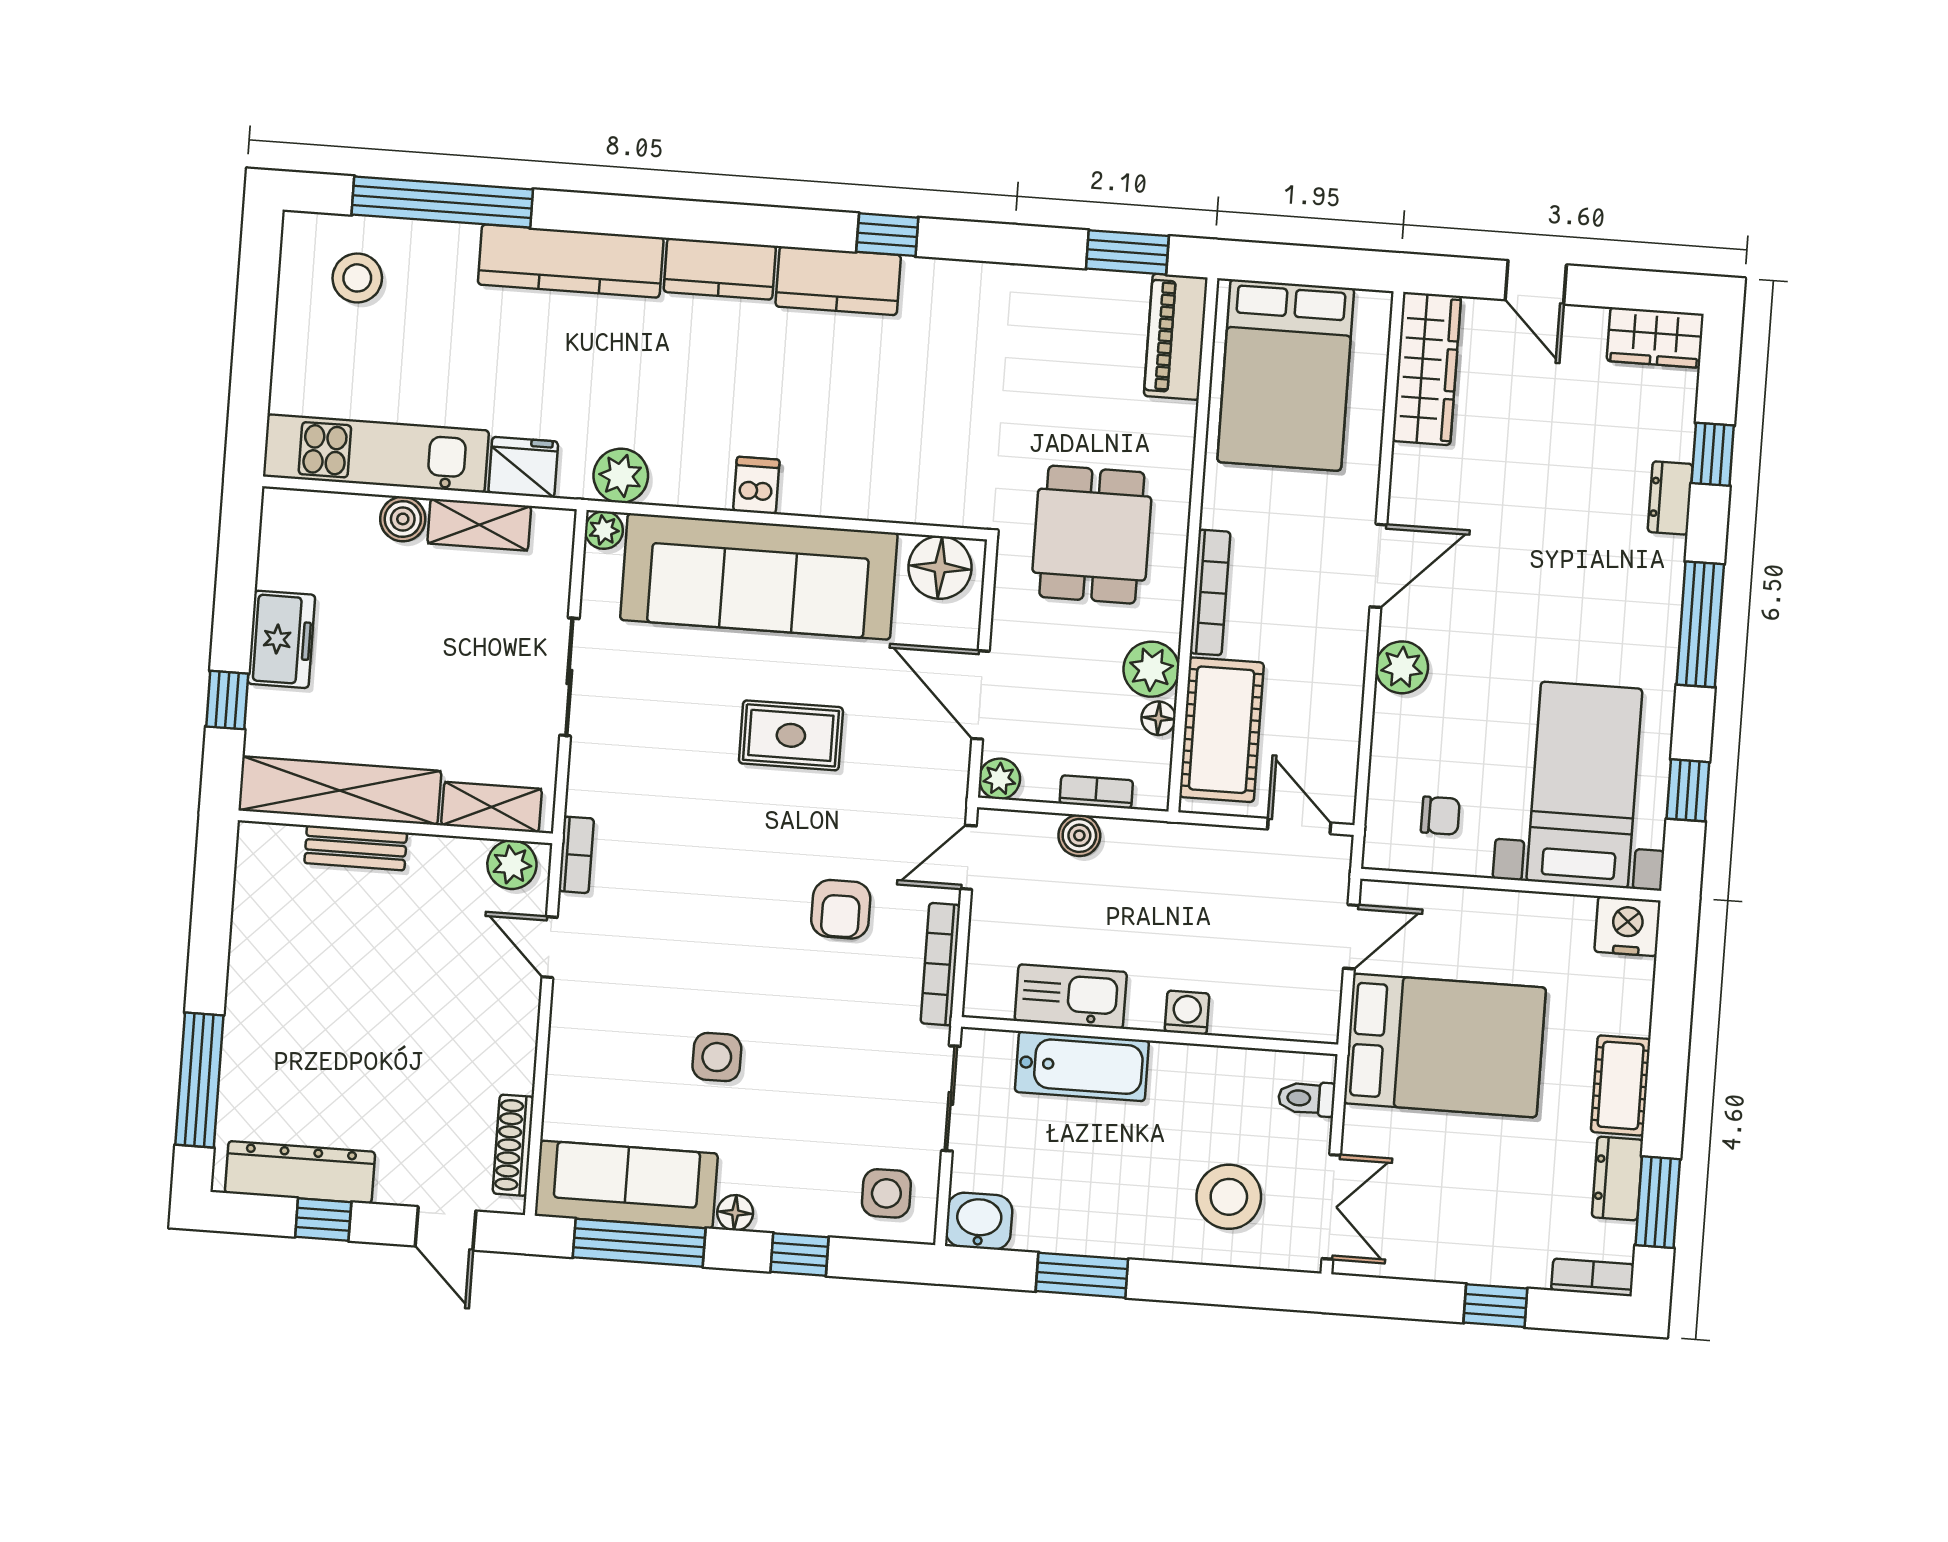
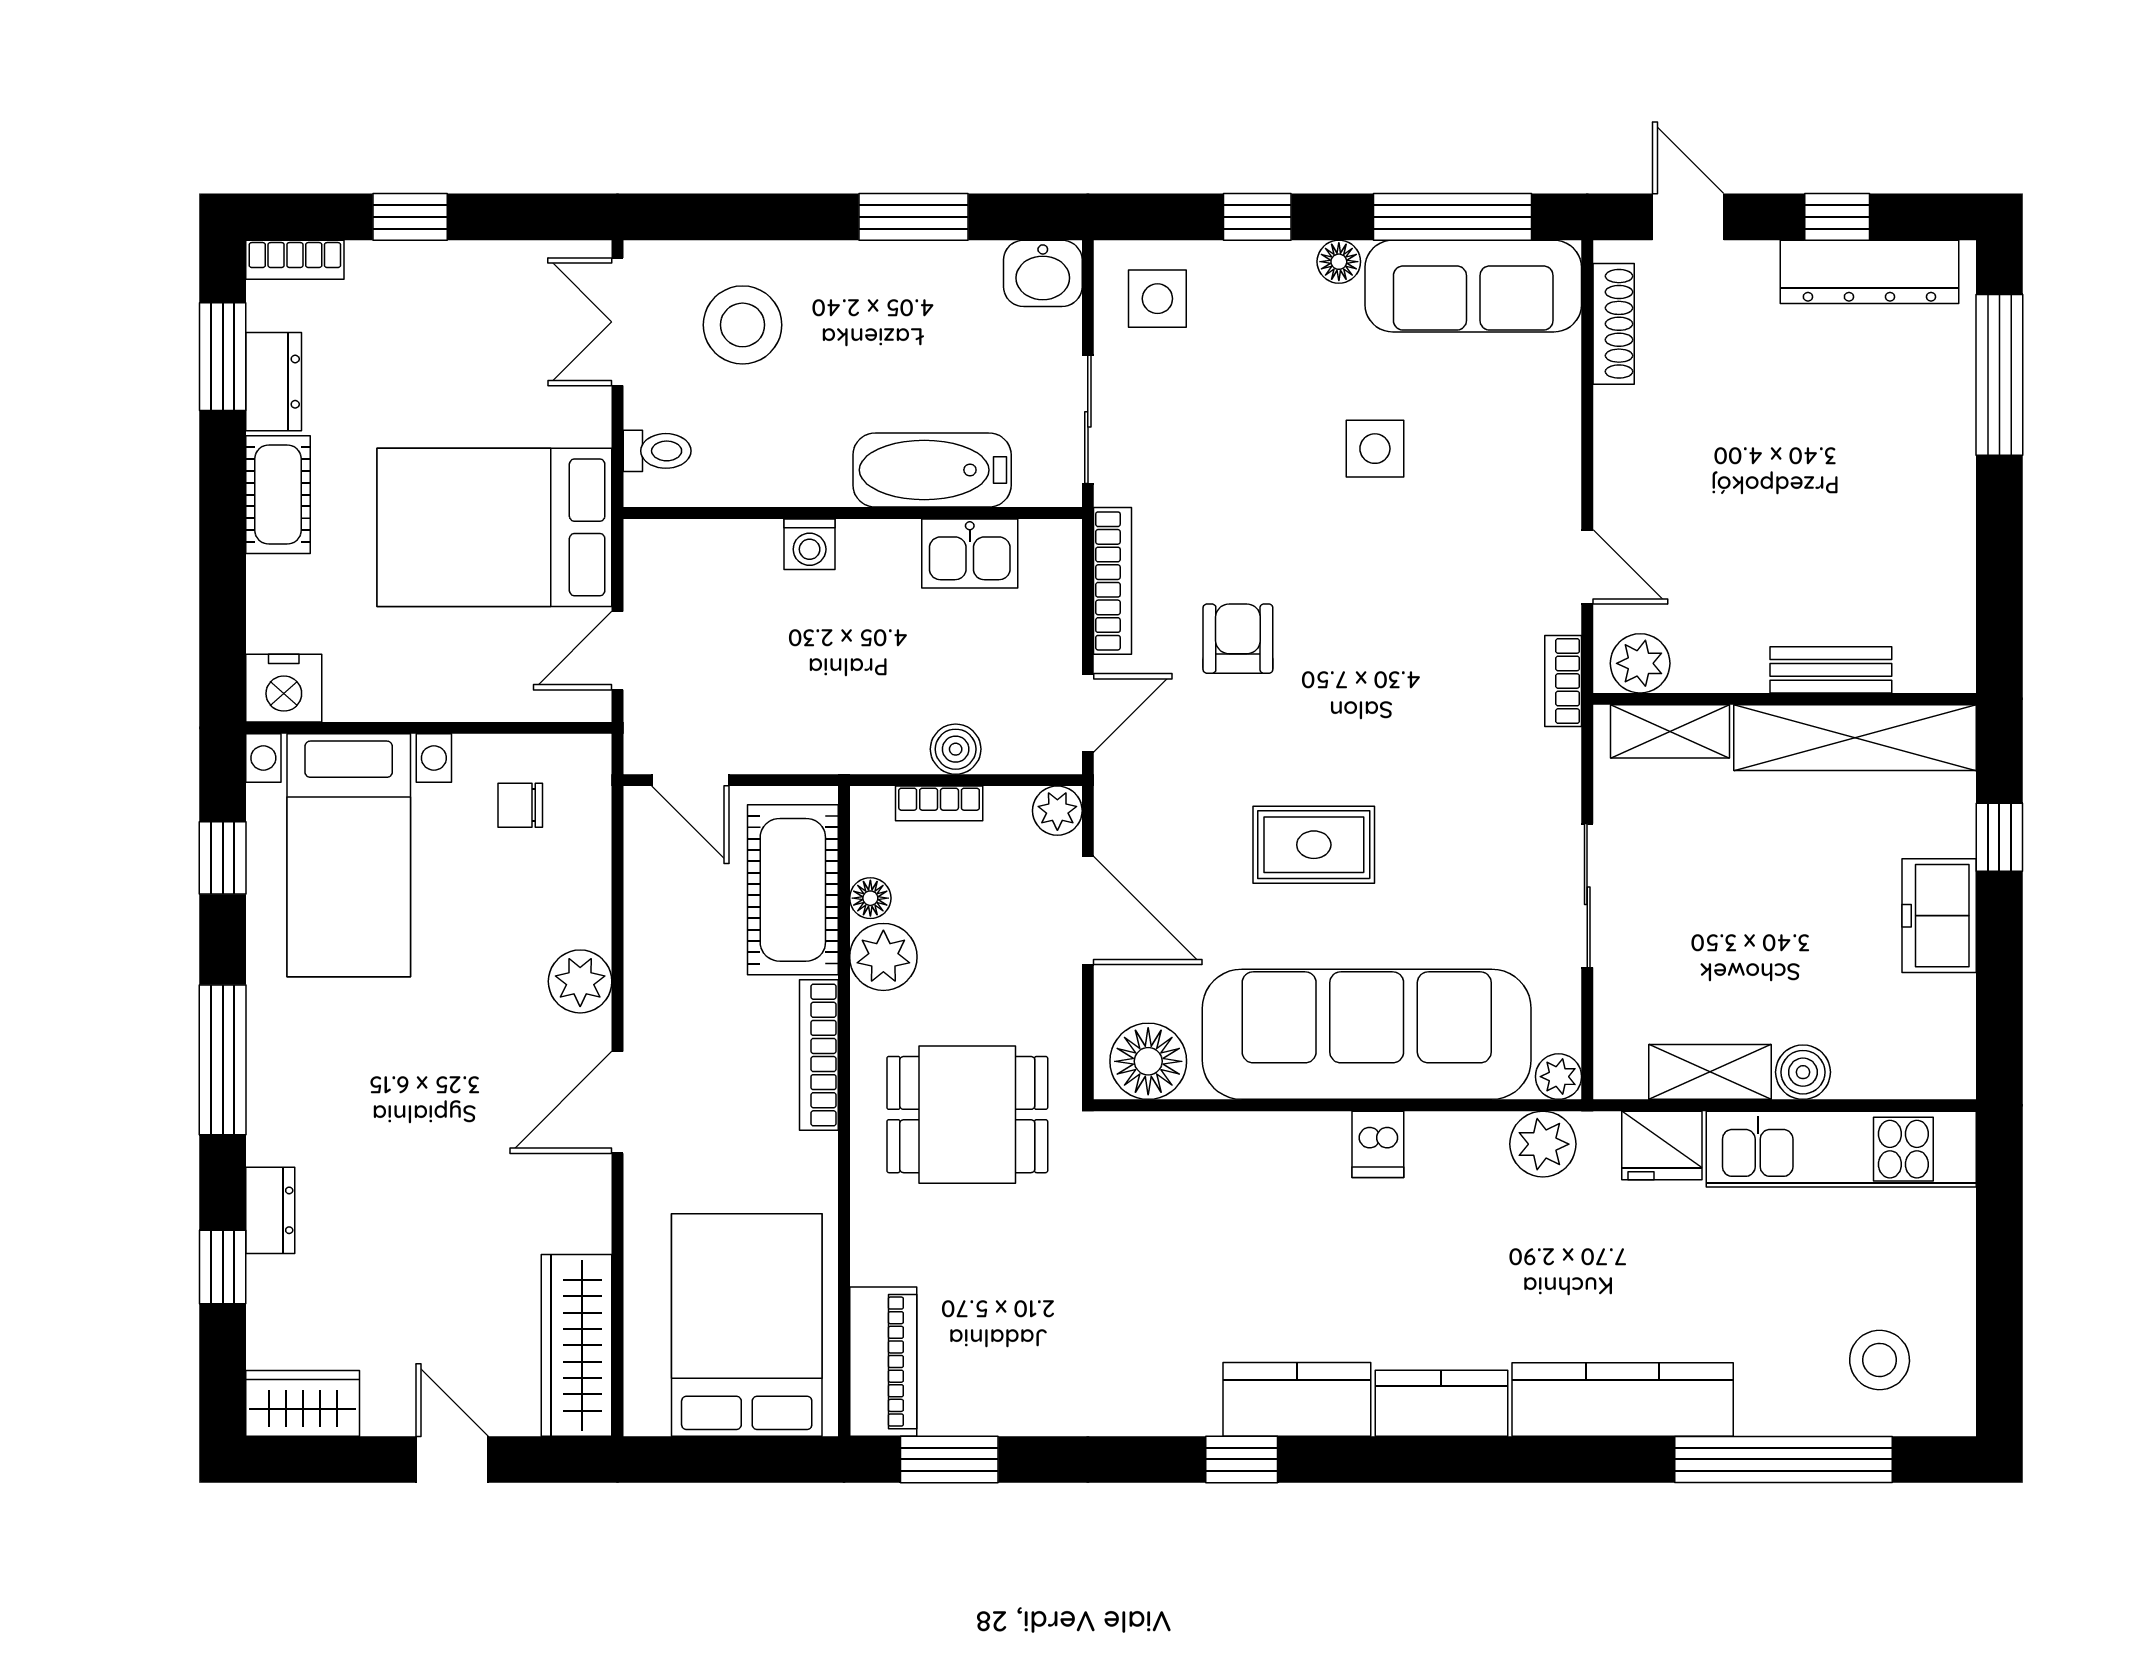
dining table: (1092, 535) -> (967, 1115), turned 90
kitchen sink: (1071, 996) -> (970, 554), width x0.73

